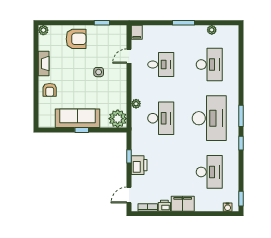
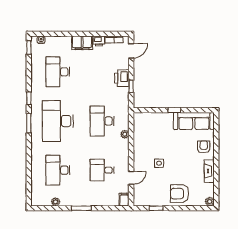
sofa: (78, 118) -> (194, 121), moved
plant: (118, 119) -> (142, 121), removed

